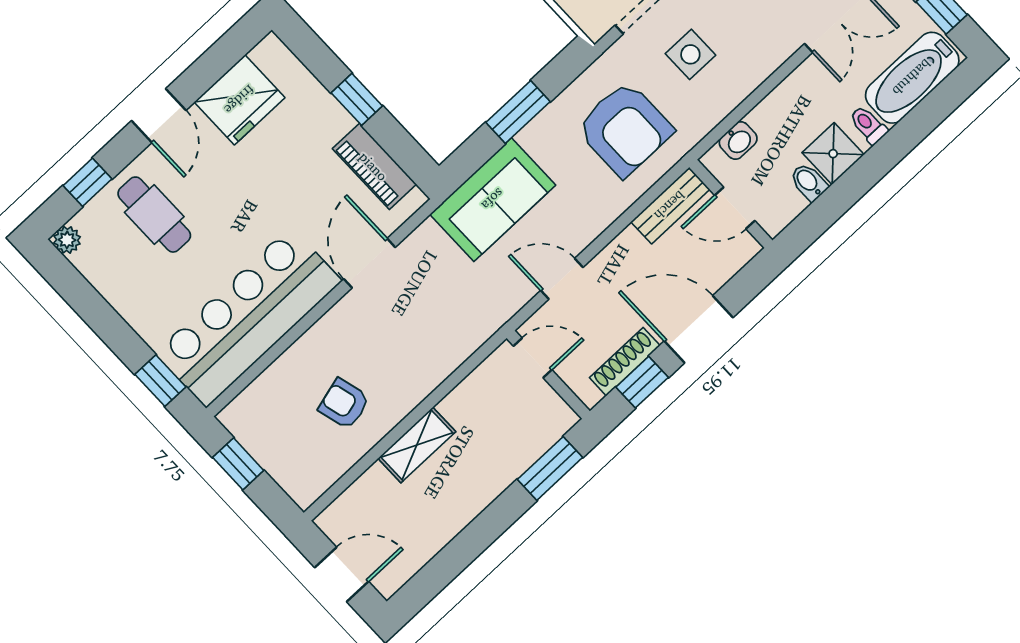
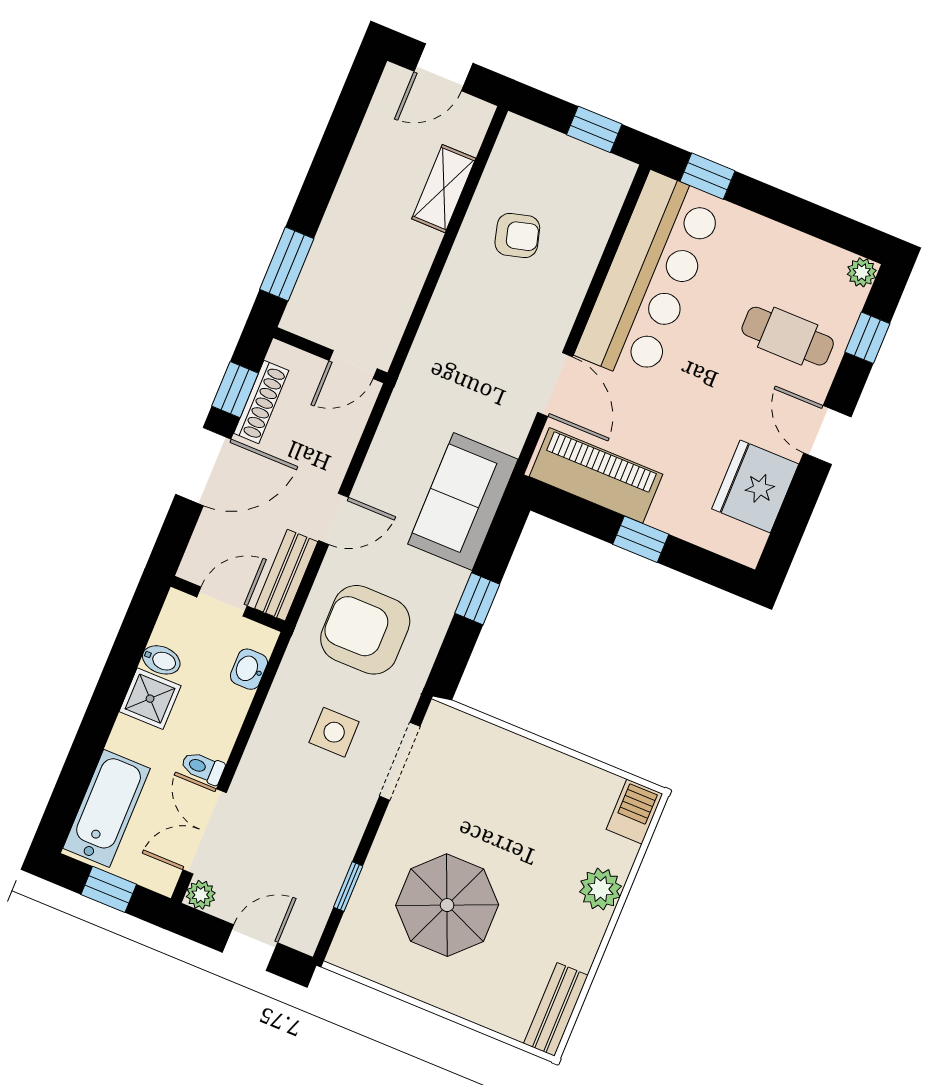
window: (518, 112) -> (477, 599), width x0.67
toilet: (868, 125) -> (203, 768), moved, turned 180
piano: (374, 166) -> (596, 475), width x1.37, depth x1.33
door: (562, 279) -> (333, 519), moved
shelving: (417, 445) -> (444, 189), moved

